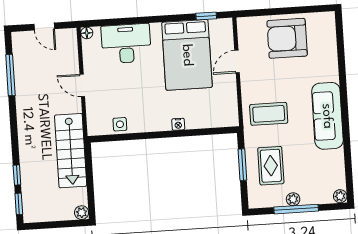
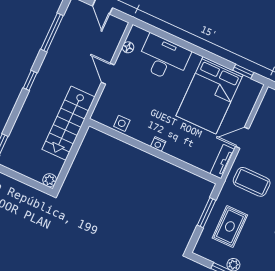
floor lamp: (87, 33) -> (128, 47), moved
door: (237, 62) -> (242, 138), moved
tv unit: (232, 110) -> (222, 162), added
nightstand: (178, 124) -> (158, 144), moved
window: (17, 175) -> (30, 80), moved

